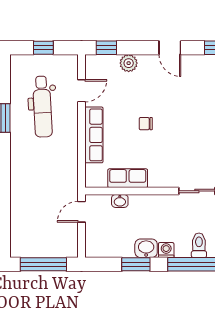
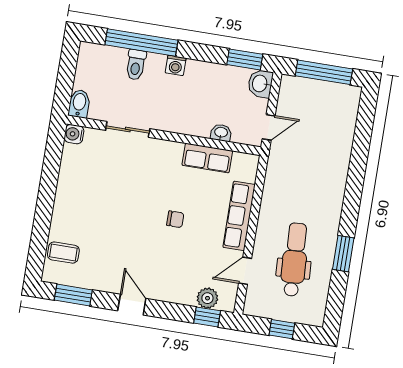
plant: (129, 63) -> (207, 298), moved
washbasin: (146, 248) -> (260, 84), moved, turned 90
window: (136, 264) -> (245, 59), moved

